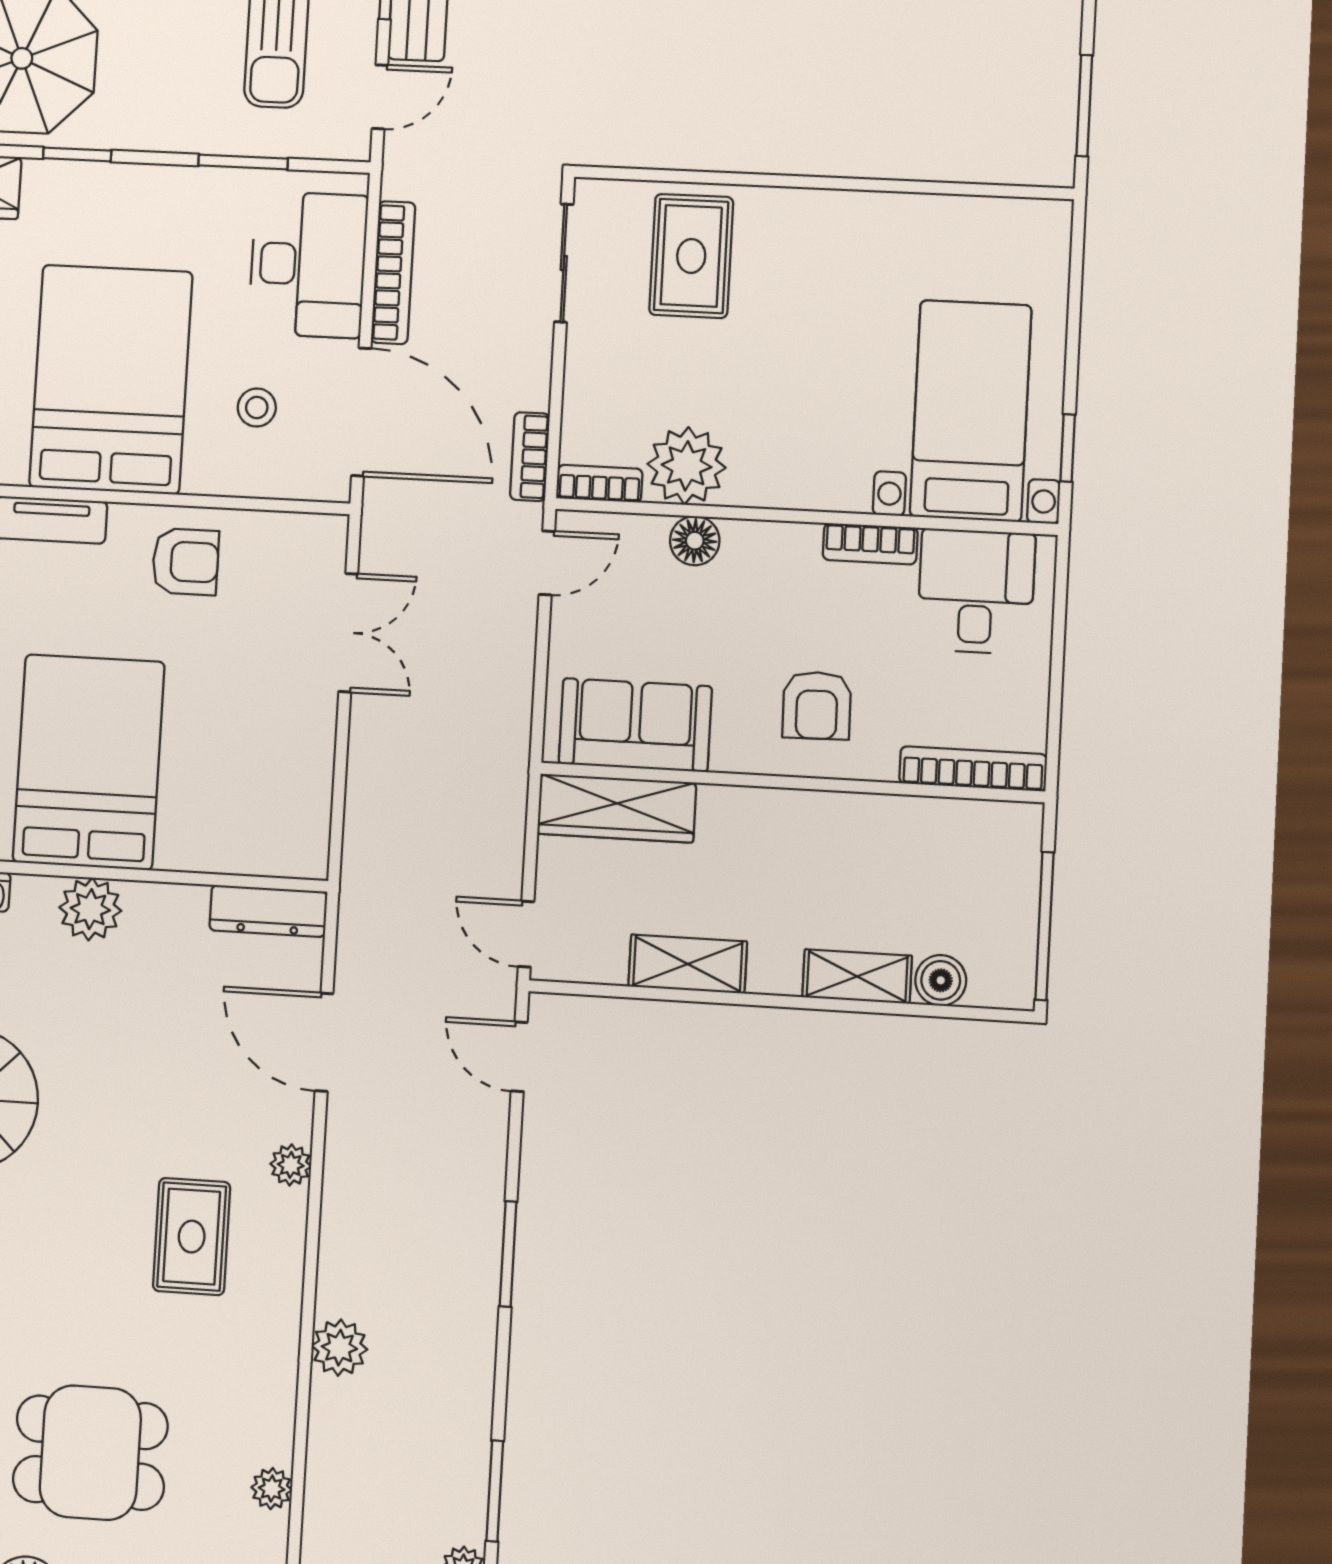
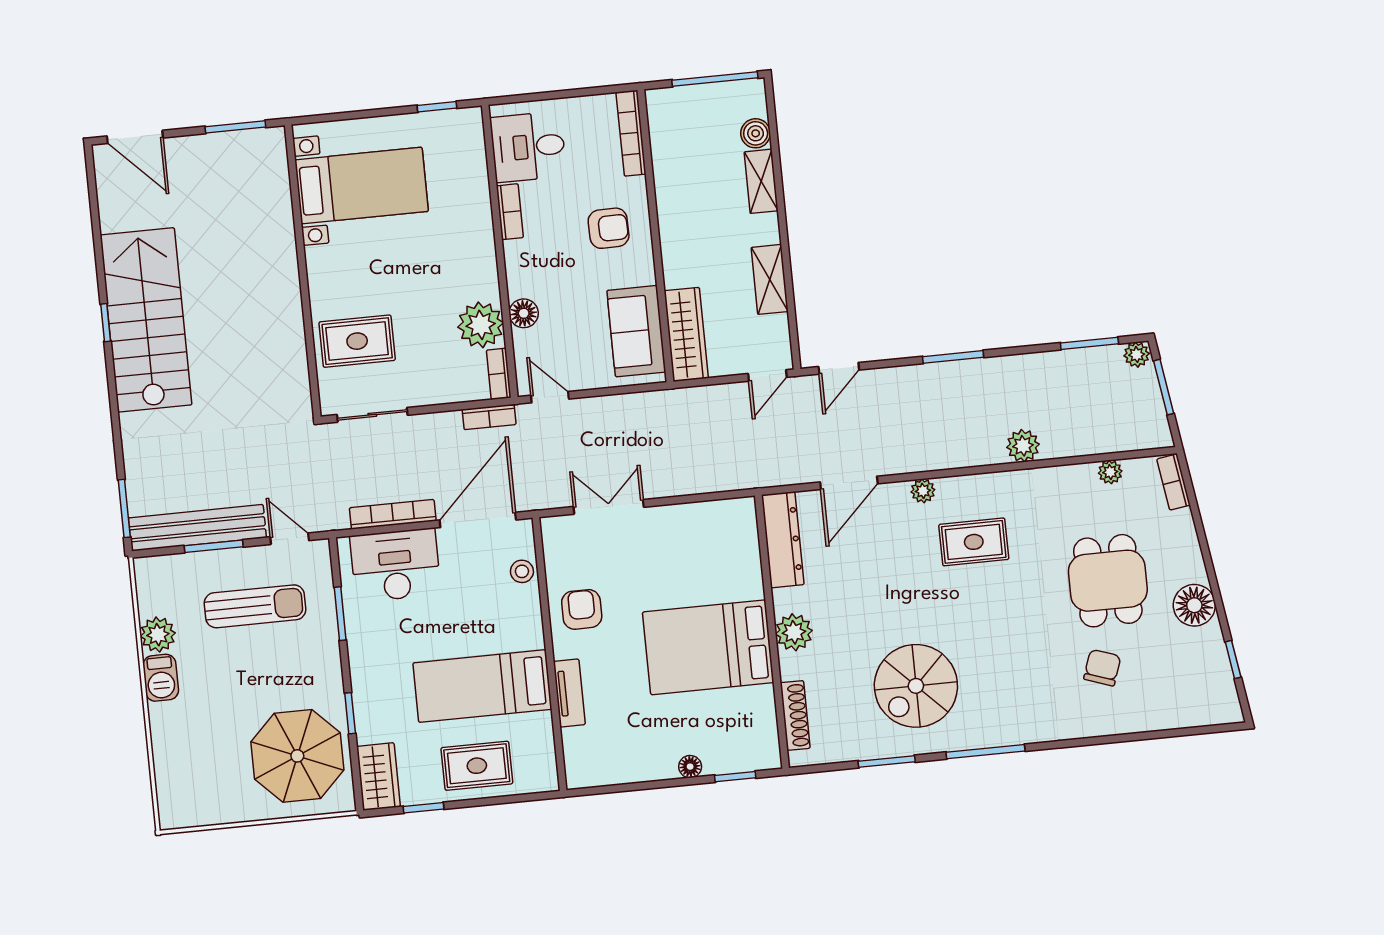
bed: (111, 379) -> (482, 686), width x0.67
stool: (257, 408) -> (522, 571), moved
bed with nightstands: (971, 411) -> (362, 186), moved, turned 180
dresser: (268, 911) -> (783, 540), width x1.37, depth x1.24

